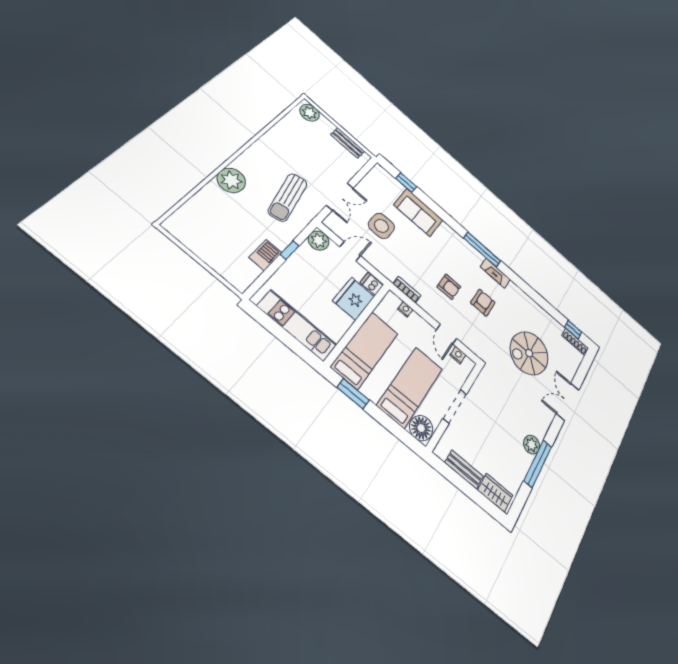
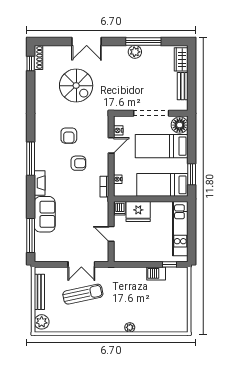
bench: (348, 143) -> (39, 292), width x1.36
plant: (231, 180) -> (130, 327), width x0.53, depth x0.53
window: (406, 183) -> (31, 236), width x2.17
sun lounger: (288, 197) -> (83, 294), moved
double door: (340, 197) -> (81, 264), swing flipped
side table: (381, 226) -> (77, 229), removed
plant: (319, 241) -> (121, 255), removed
window: (290, 250) -> (170, 264), moved
fireplace: (495, 273) -> (40, 183), moved
armchair: (449, 287) -> (78, 163), turned 90
armchair: (483, 303) -> (69, 136), turned -90
doorway: (455, 406) -> (151, 113), width x1.36

